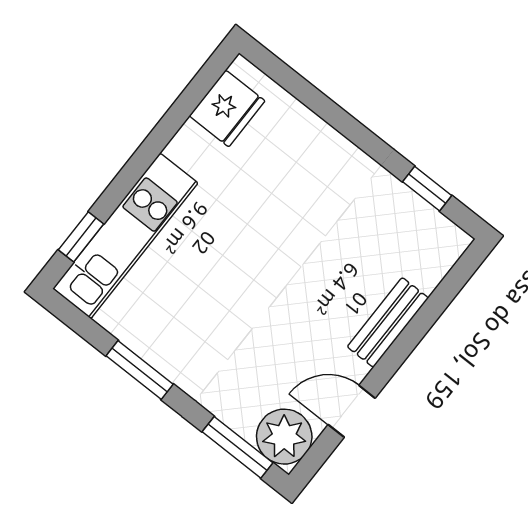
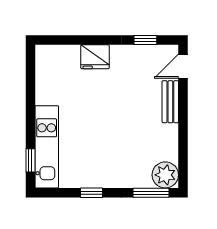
fridge: (227, 108) -> (95, 57), moved, turned 90
window: (140, 370) -> (92, 193), width x0.67
door: (352, 411) -> (183, 66), moved

